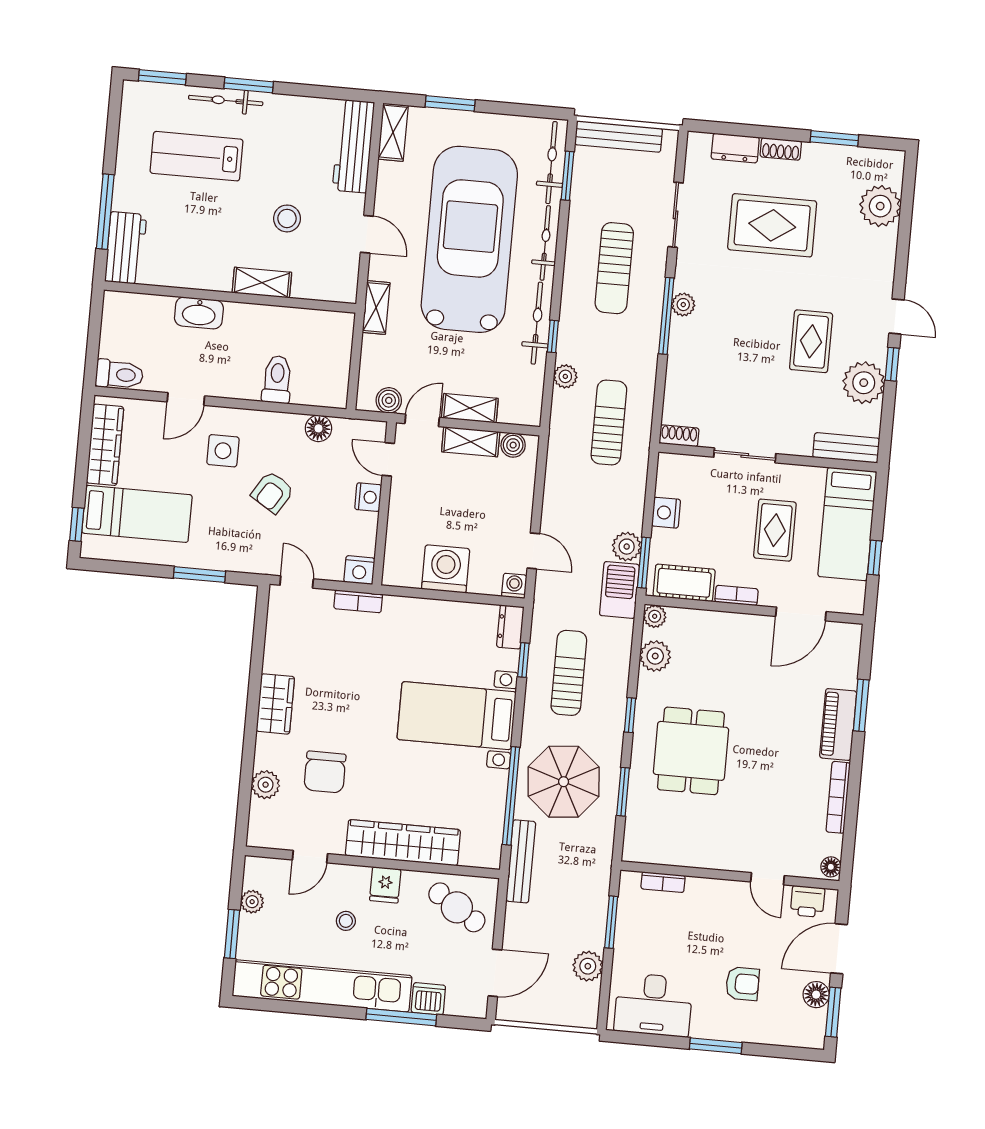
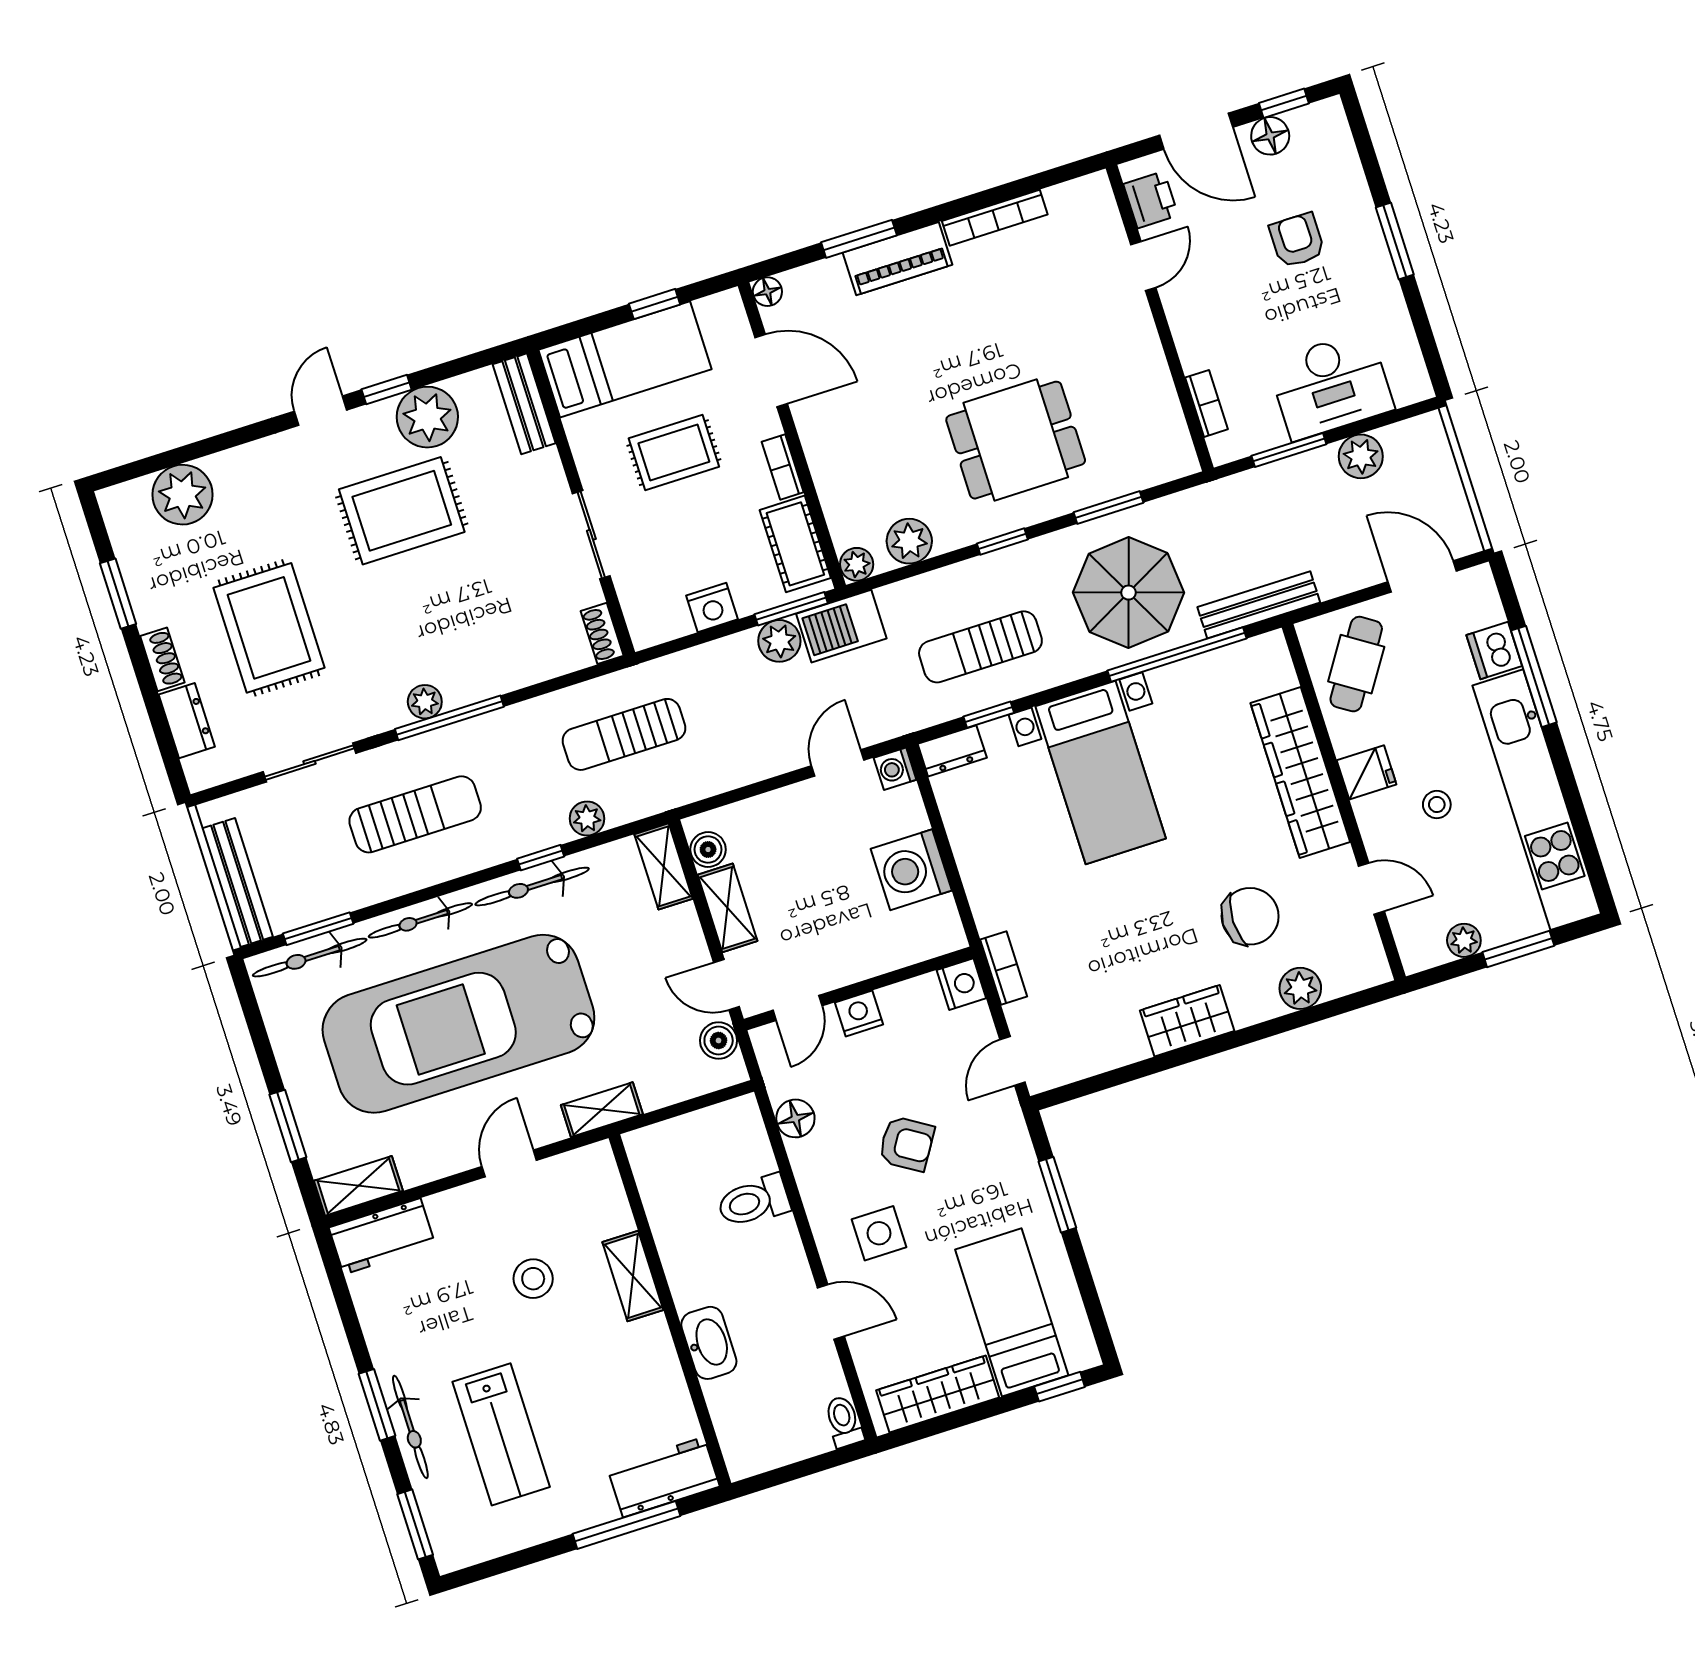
workbench: (353, 146) -> (382, 1236), width x0.73
rug: (811, 341) -> (402, 511), width x1.36, depth x1.43
toilet: (119, 374) -> (844, 1422), width x0.73, depth x0.72
shelving: (470, 408) -> (664, 866), moved
floor lamp: (831, 867) -> (767, 292), moved
desk: (653, 1005) -> (1331, 385), moved, turned 90
window: (833, 1012) -> (1284, 103), width x0.67

